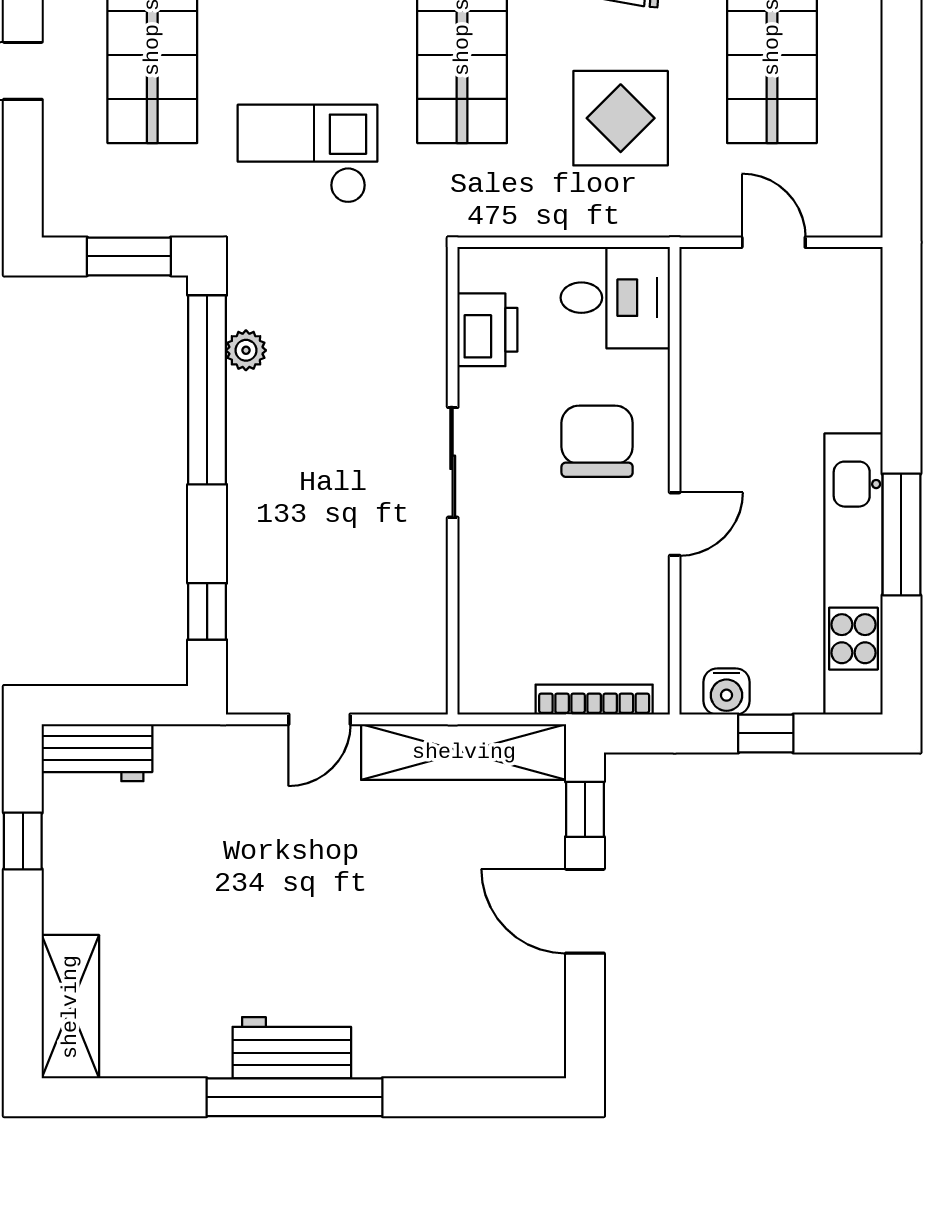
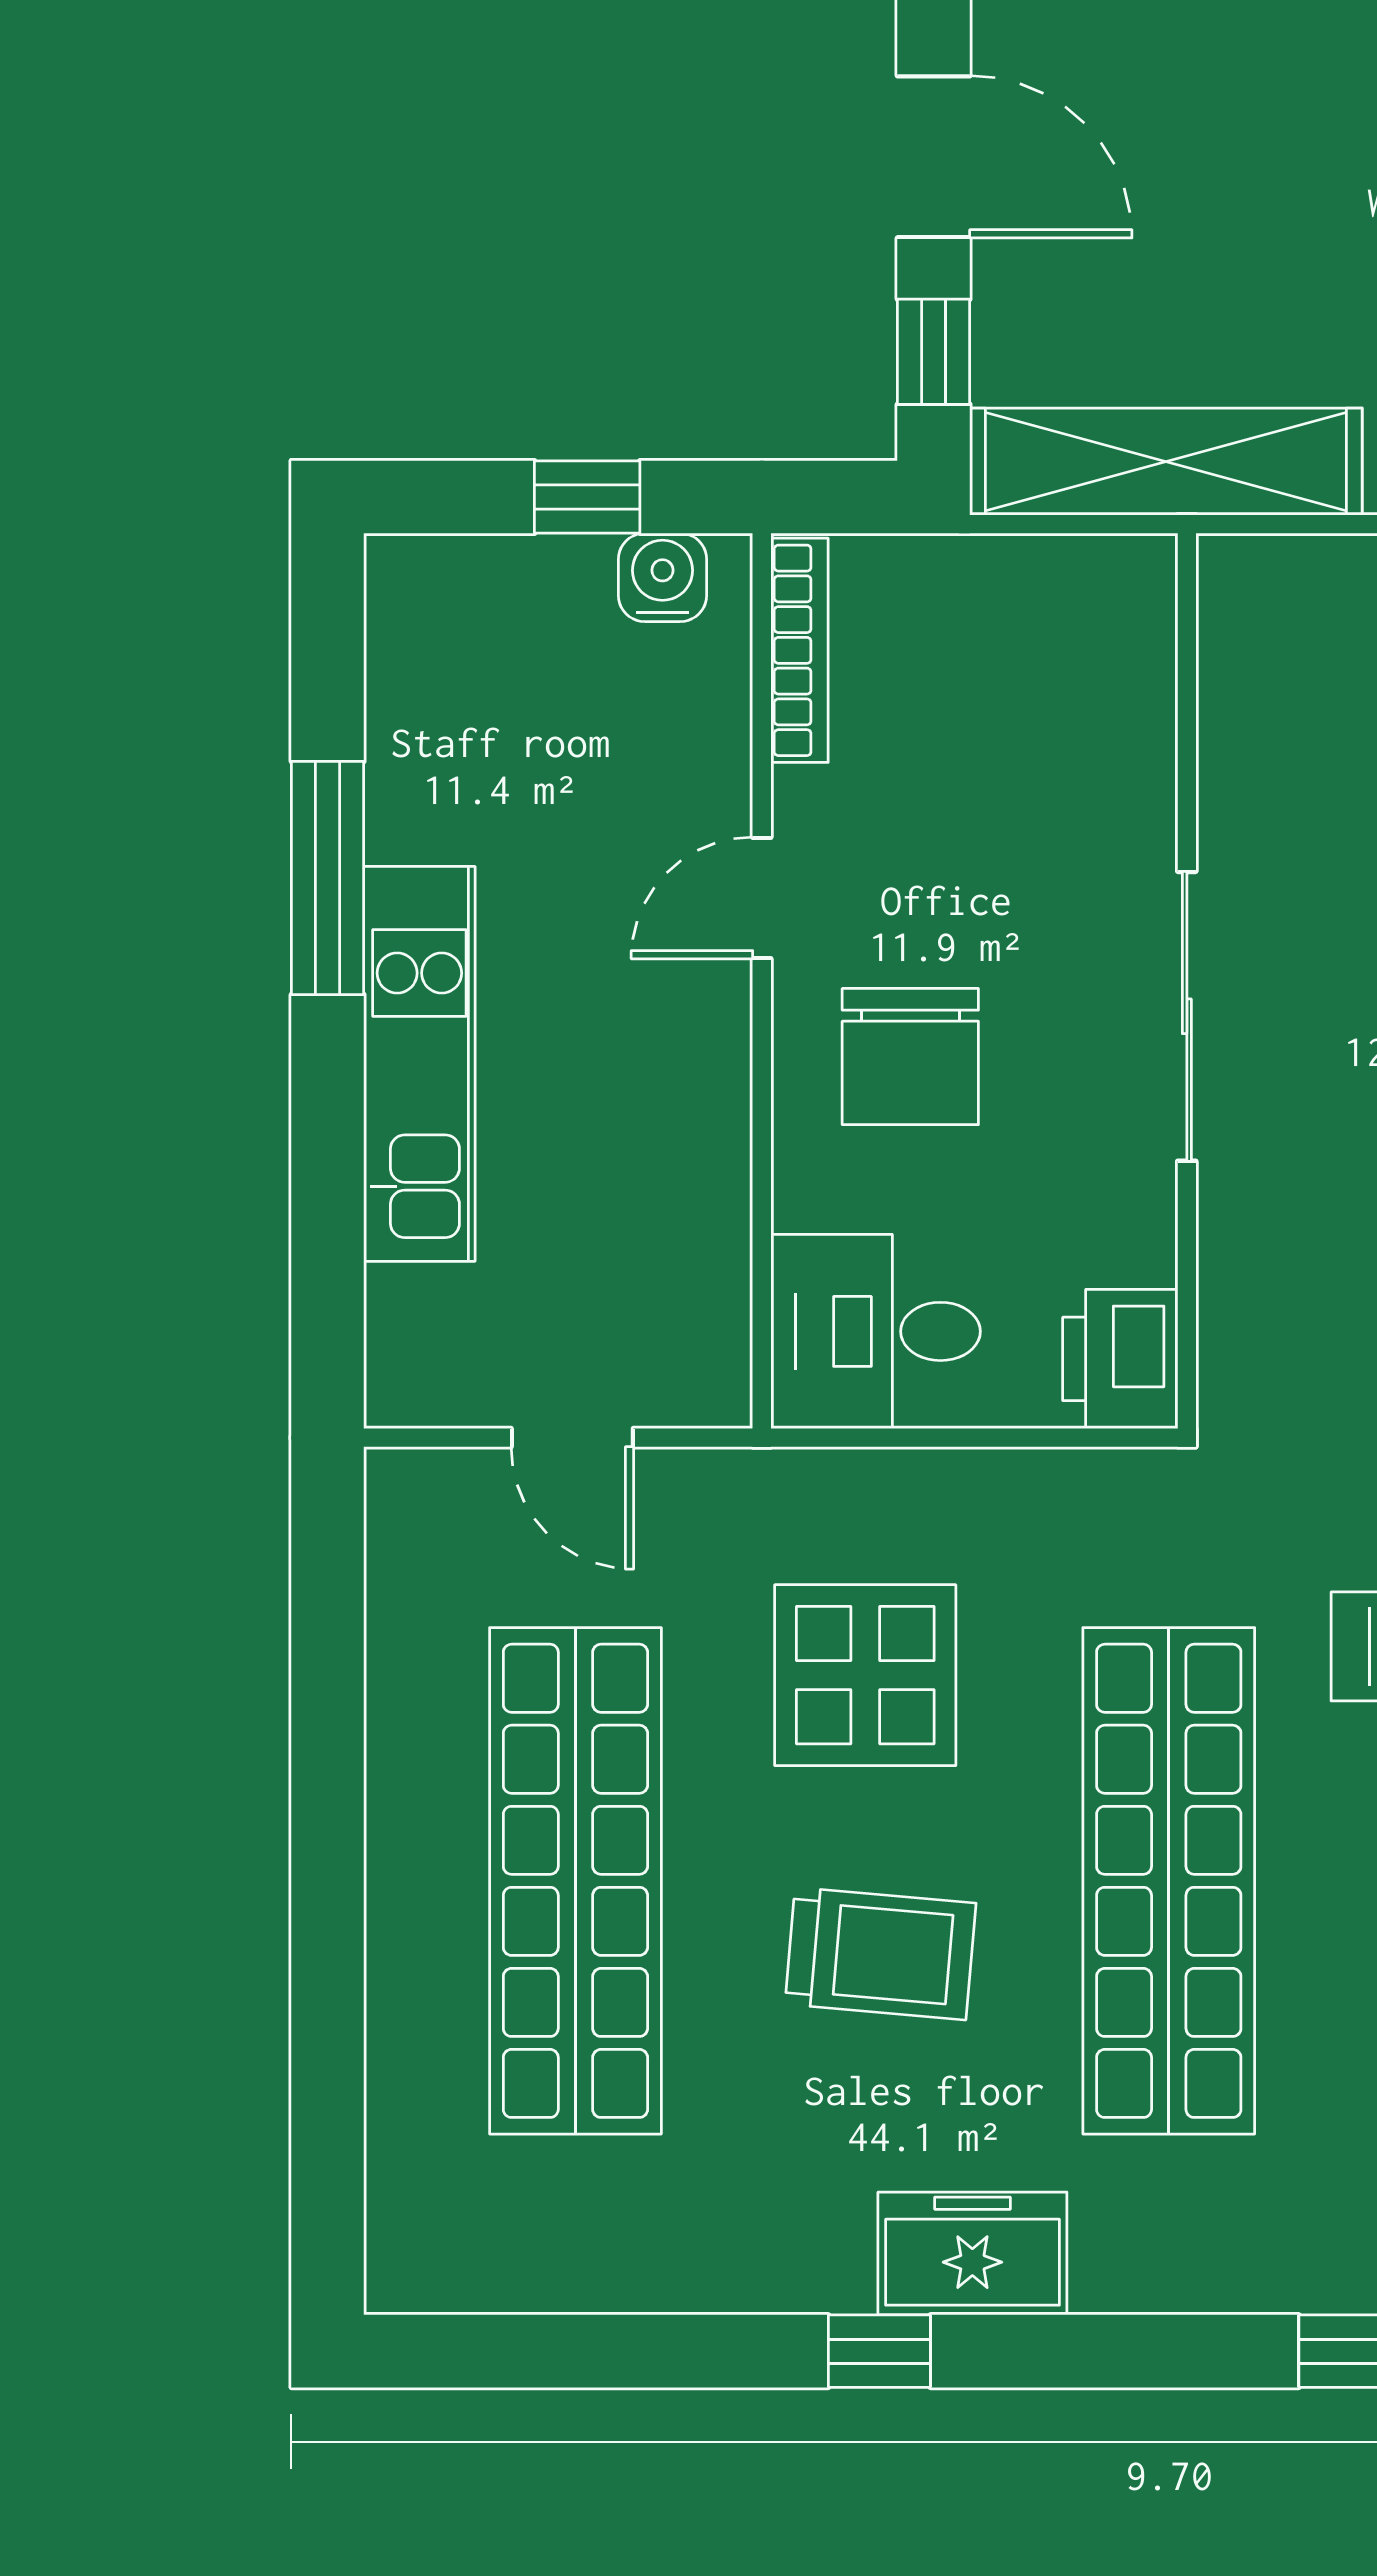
printer: (487, 330) -> (1120, 1359), moved
sliding door: (453, 462) -> (1187, 1016), width x1.37
kitchen unit: (853, 574) -> (419, 1064), moved, width x0.73
bookcase: (594, 700) -> (799, 650), moved, turned -90

